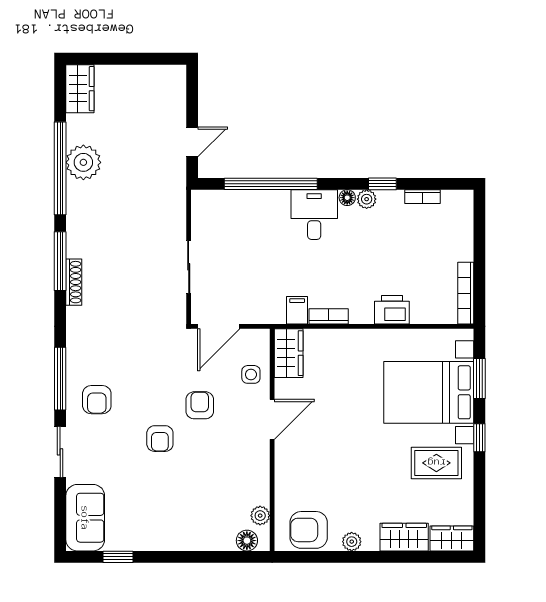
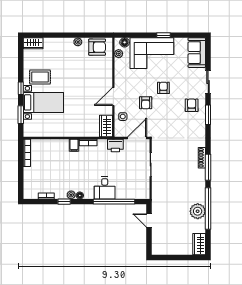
door: (192, 142) -> (149, 220), hinge flipped
desk: (314, 215) -> (105, 188), moved
filing cabinet: (297, 310) -> (74, 145), moved
printer: (392, 310) -> (115, 145), moved
window: (60, 379) -> (208, 115), width x0.69
bed with nightstands: (429, 392) -> (43, 102), width x0.73
corner sofa: (186, 516) -> (152, 53), added
wardrobe: (404, 537) -> (54, 44), removed
window: (118, 557) -> (164, 35), moved

